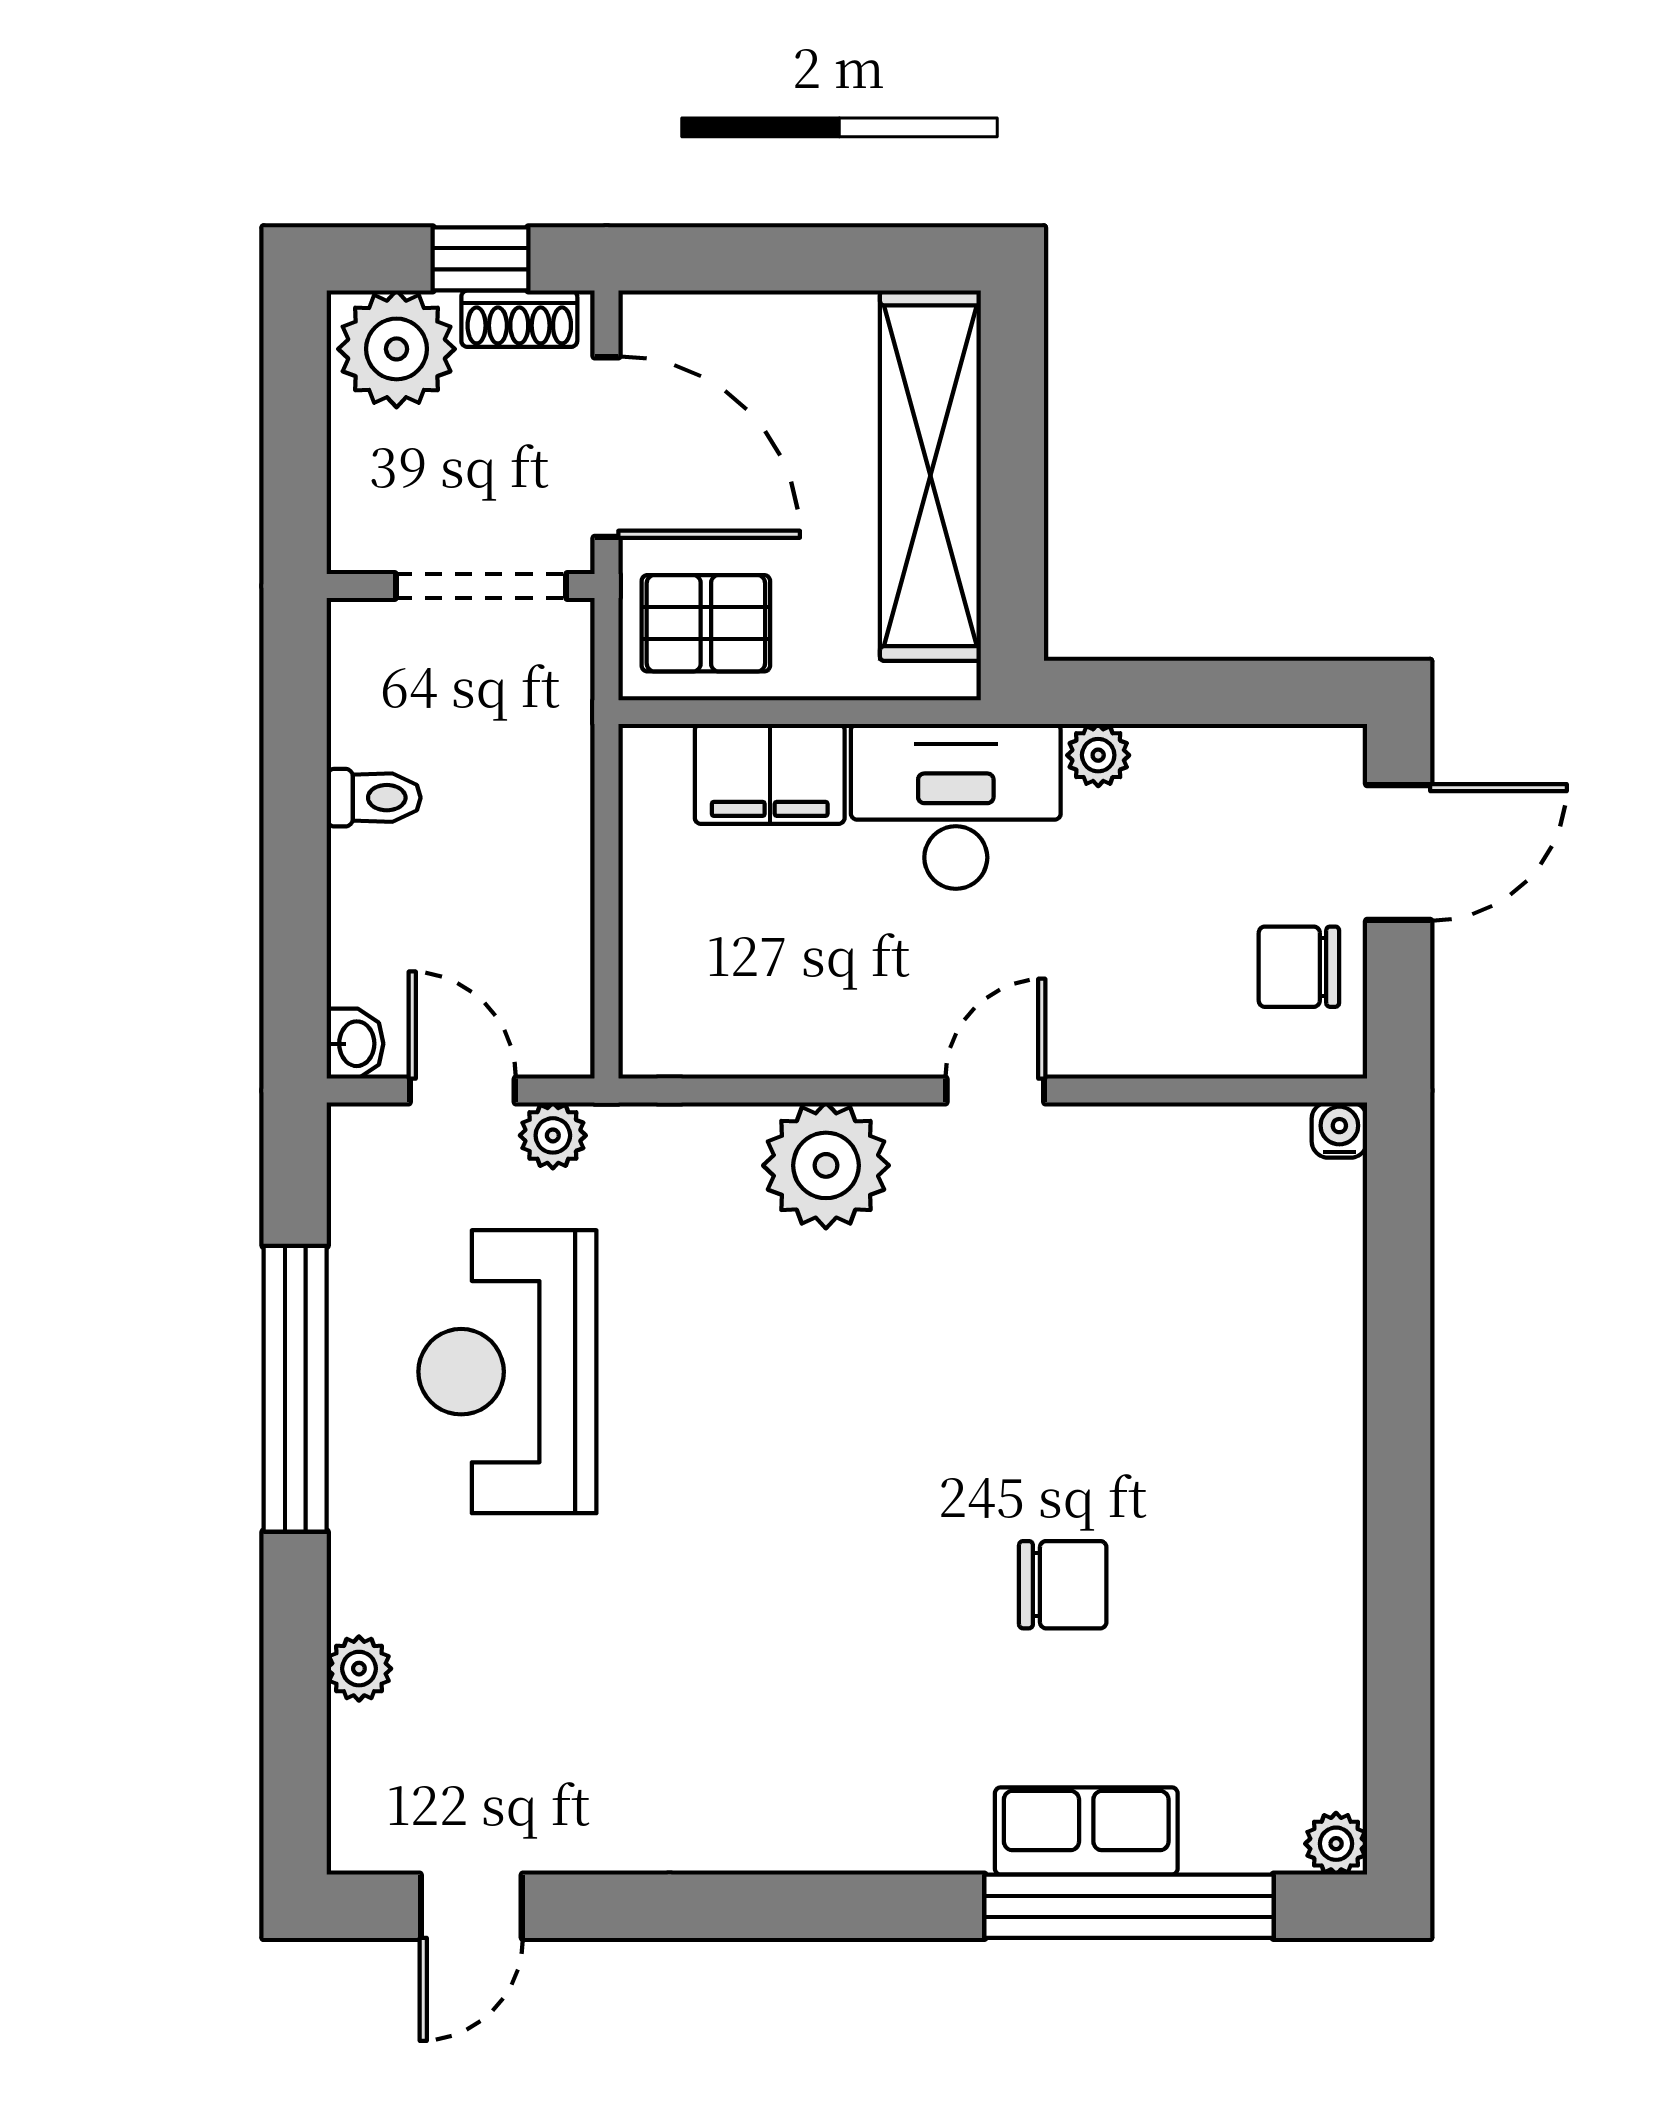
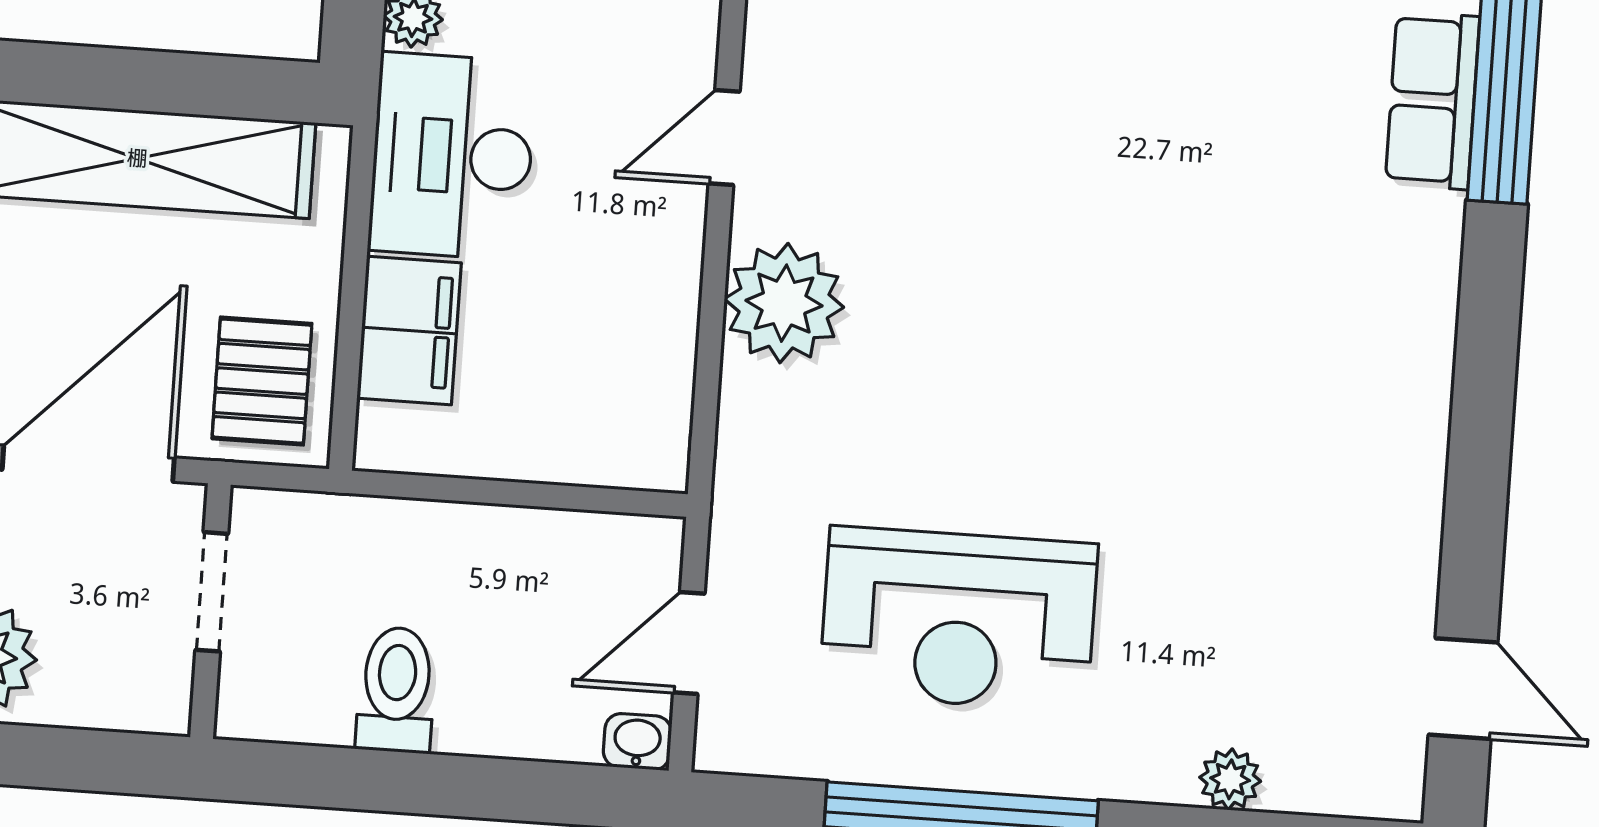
doorway: (481, 586) -> (212, 592), width x0.73
toilet: (374, 798) -> (396, 690), width x1.37, depth x1.39
door: (995, 1090) -> (724, 138), hinge flipped
plant: (553, 1135) -> (737, 560), removed
chair: (1063, 1585) -> (1197, 106), removed

